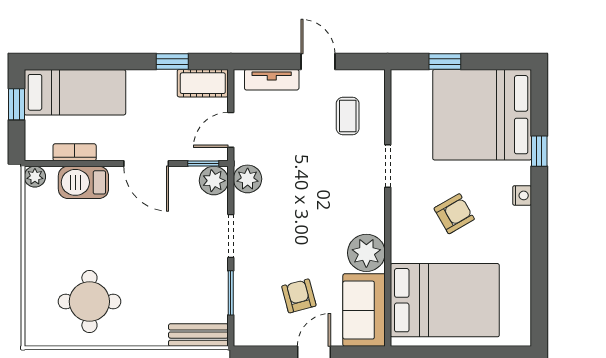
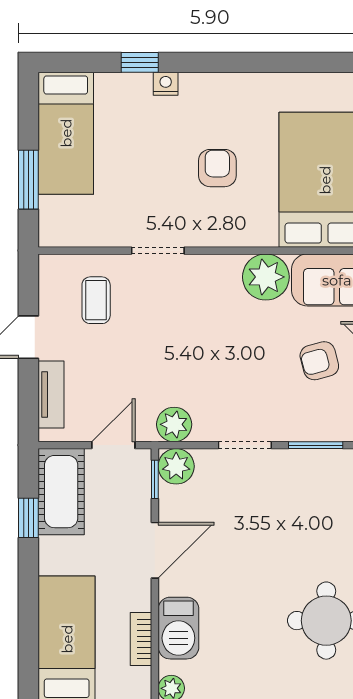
window: (445, 62) -> (28, 180), width x1.50
cot: (203, 83) -> (61, 492), width x1.37, depth x1.34
bed: (482, 115) -> (66, 133), width x0.49
coffee table: (348, 116) -> (96, 300), turned 90
door: (231, 130) -> (113, 445), swing flipped
nightstand: (522, 195) -> (166, 84), moved
armchair: (454, 214) -> (217, 168), turned 30

